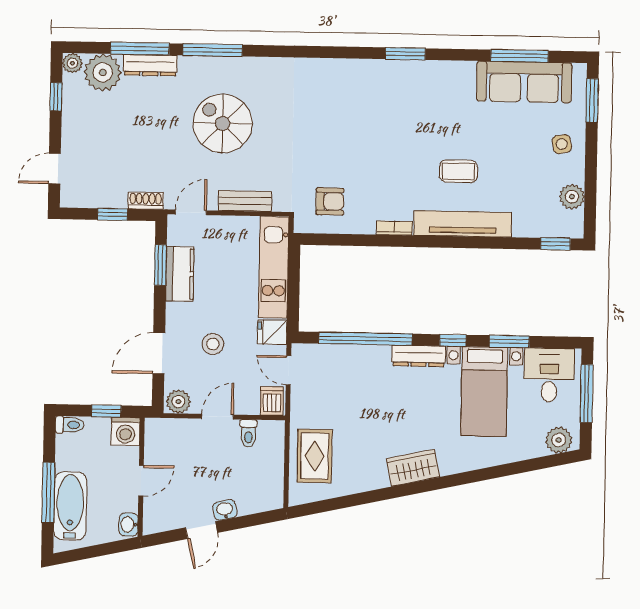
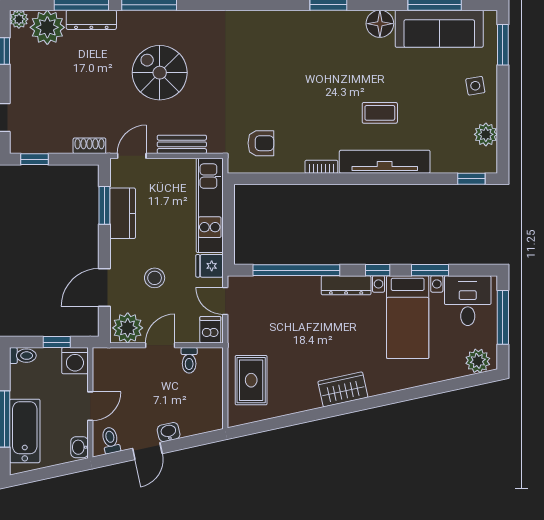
floor lamp: (460, 75) -> (380, 24), added
window: (113, 214) -> (35, 159), moved
plant: (178, 401) -> (128, 328), width x1.36, depth x1.36
toilet: (162, 518) -> (111, 440), added

